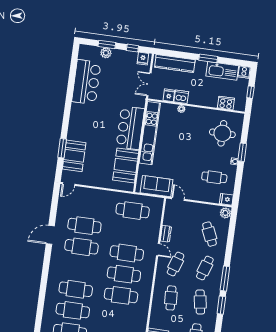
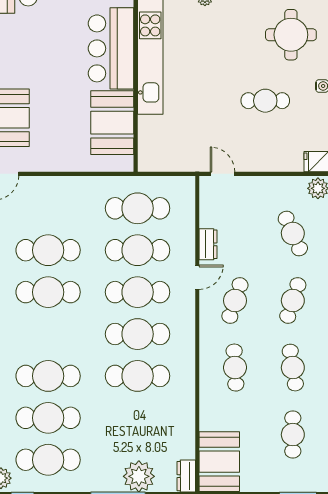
cafe table: (214, 177) -> (265, 101), moved
sofa: (157, 186) -> (178, 155), removed
cafe table: (130, 232) -> (138, 250), added
door: (158, 250) -> (197, 277), hinge flipped

